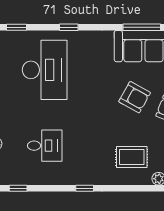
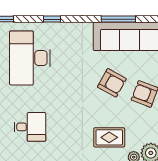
desk: (45, 70) -> (30, 58), turned 180

